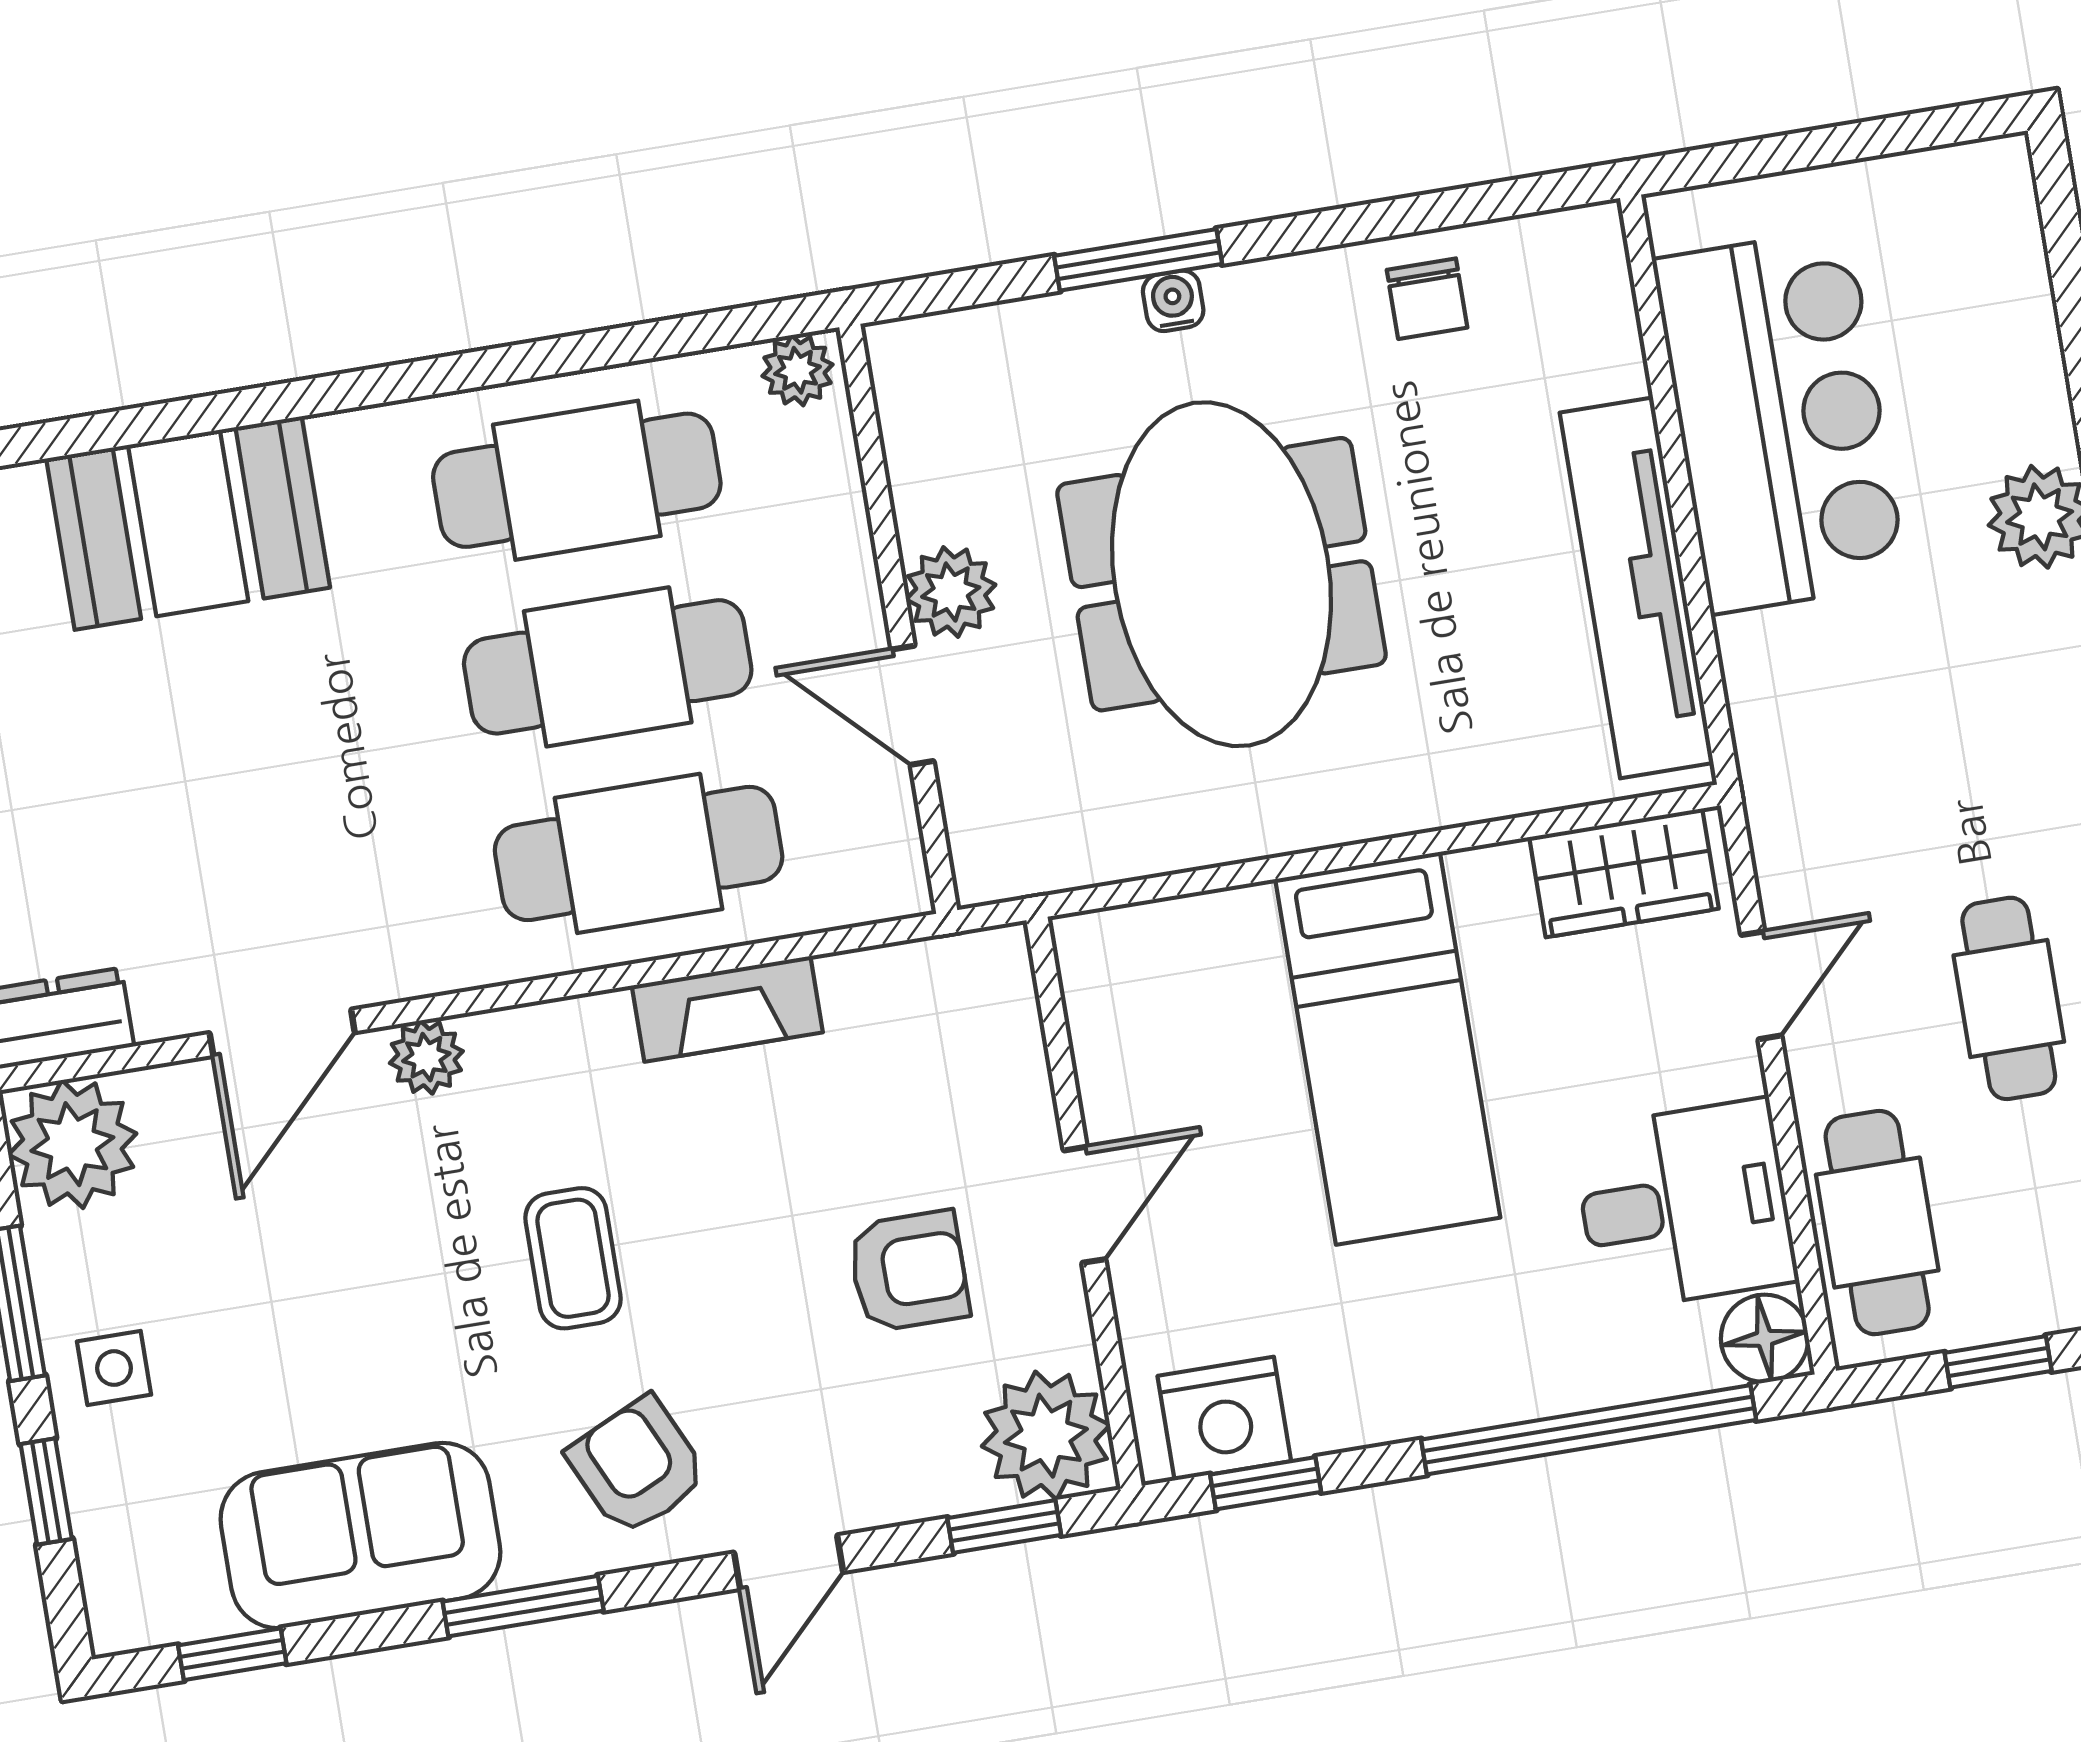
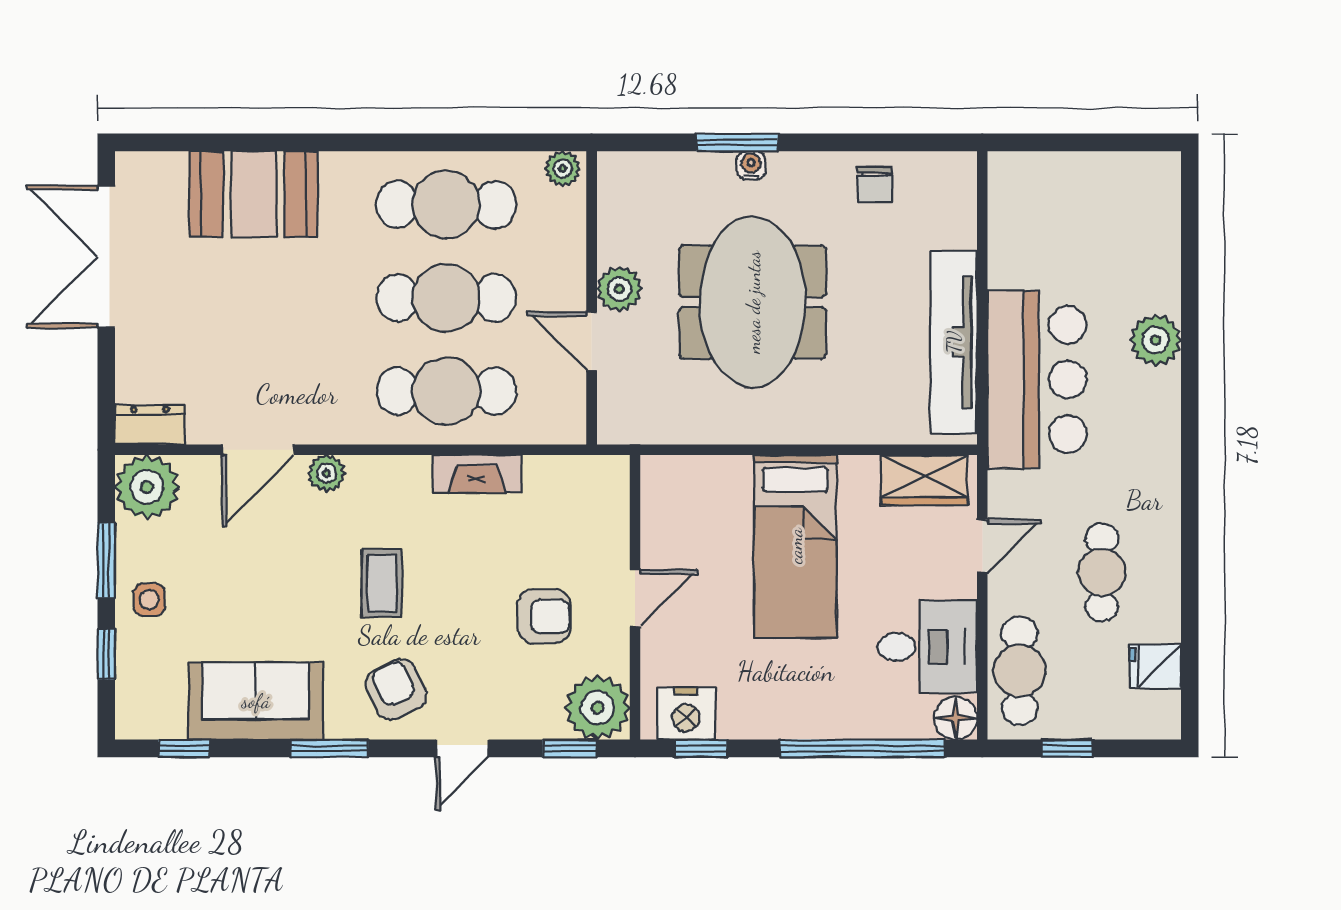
bar counter: (1780, 421) -> (1037, 380), moved

